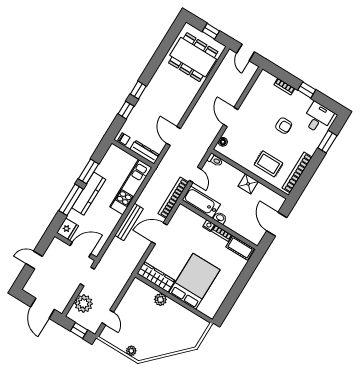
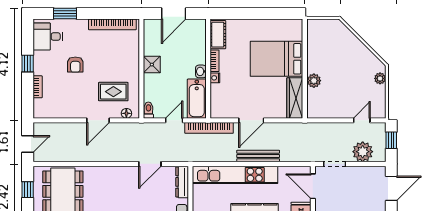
armchair: (284, 126) -> (75, 65), turned 180
rug: (268, 164) -> (113, 92), moved, turned 90
kitchen unit: (131, 187) -> (235, 175), width x1.36
door: (159, 233) -> (251, 120), hinge flipped

